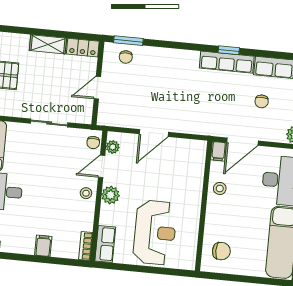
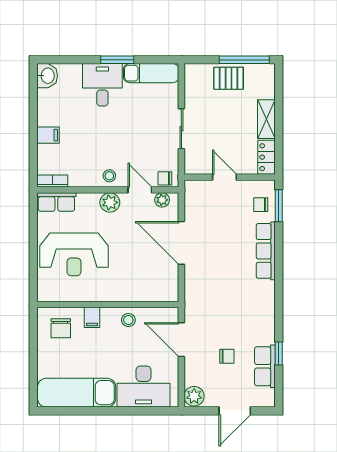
window: (229, 50) -> (279, 353), moved
row of seats: (227, 62) -> (266, 251), moved
chair: (262, 101) -> (227, 356), turned 180
door: (154, 133) -> (181, 243), width x1.36
filing cabinet: (219, 151) -> (92, 317), moved, turned -90

